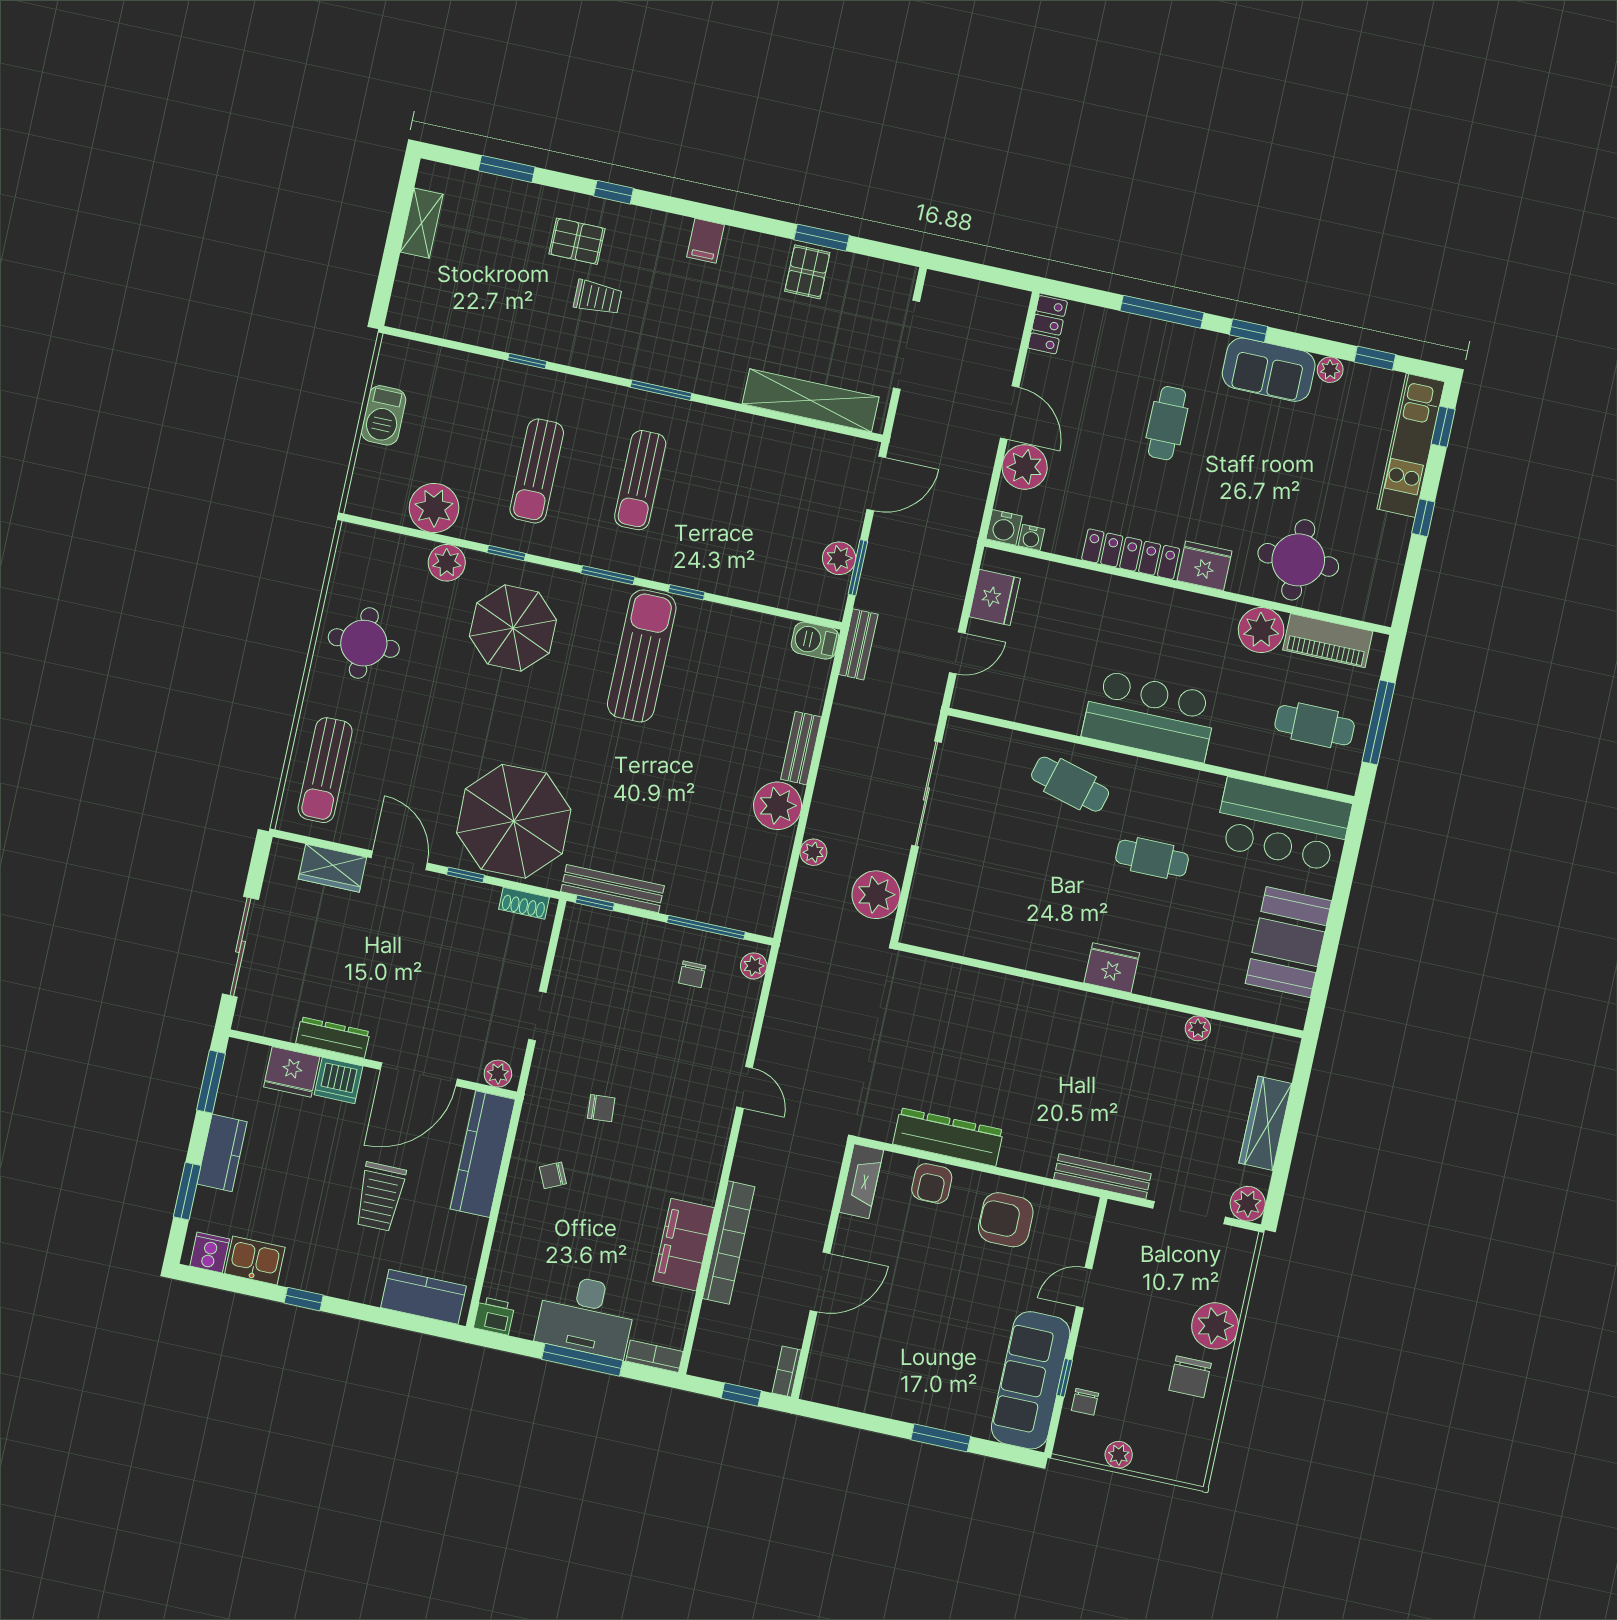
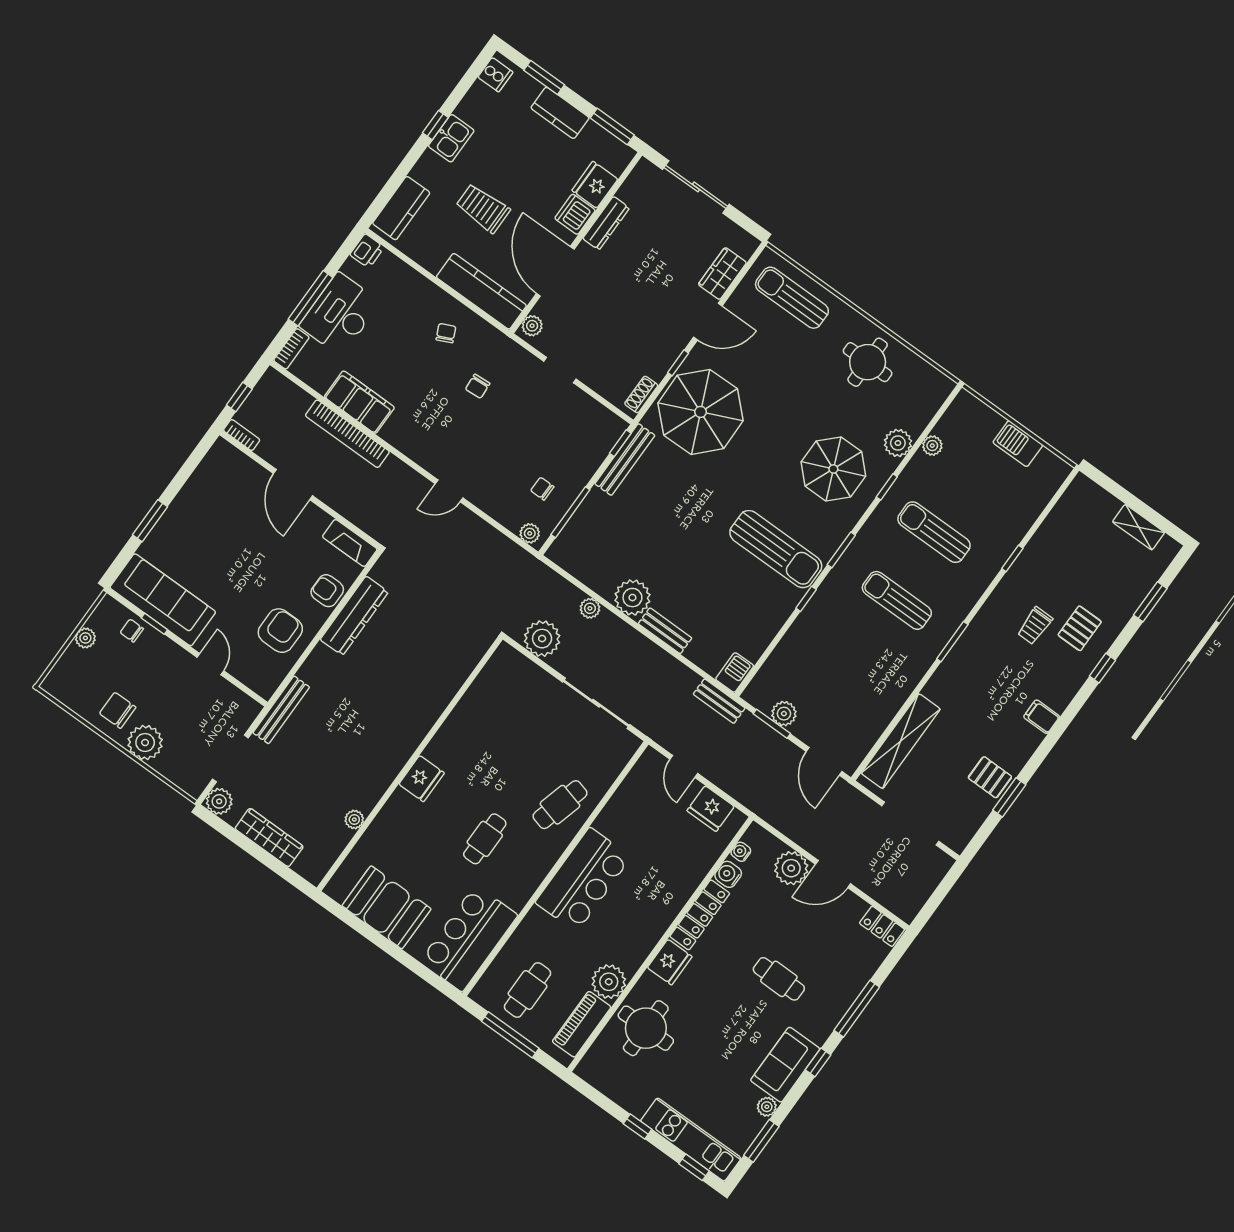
window: (1375, 358) -> (761, 1141), width x1.50
plant: (434, 508) -> (932, 446), width x0.53, depth x0.53
water cooler: (1004, 527) -> (728, 874), moved
kitchen sink: (255, 1260) -> (451, 138), moved

